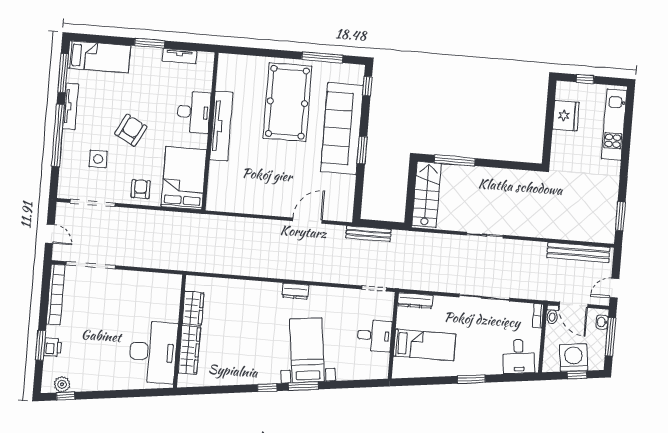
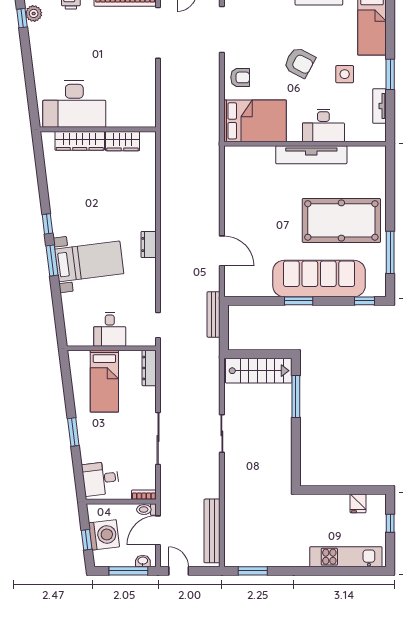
fridge: (566, 116) -> (358, 503), width x0.53, depth x0.75
side table: (98, 159) -> (345, 74), moved

